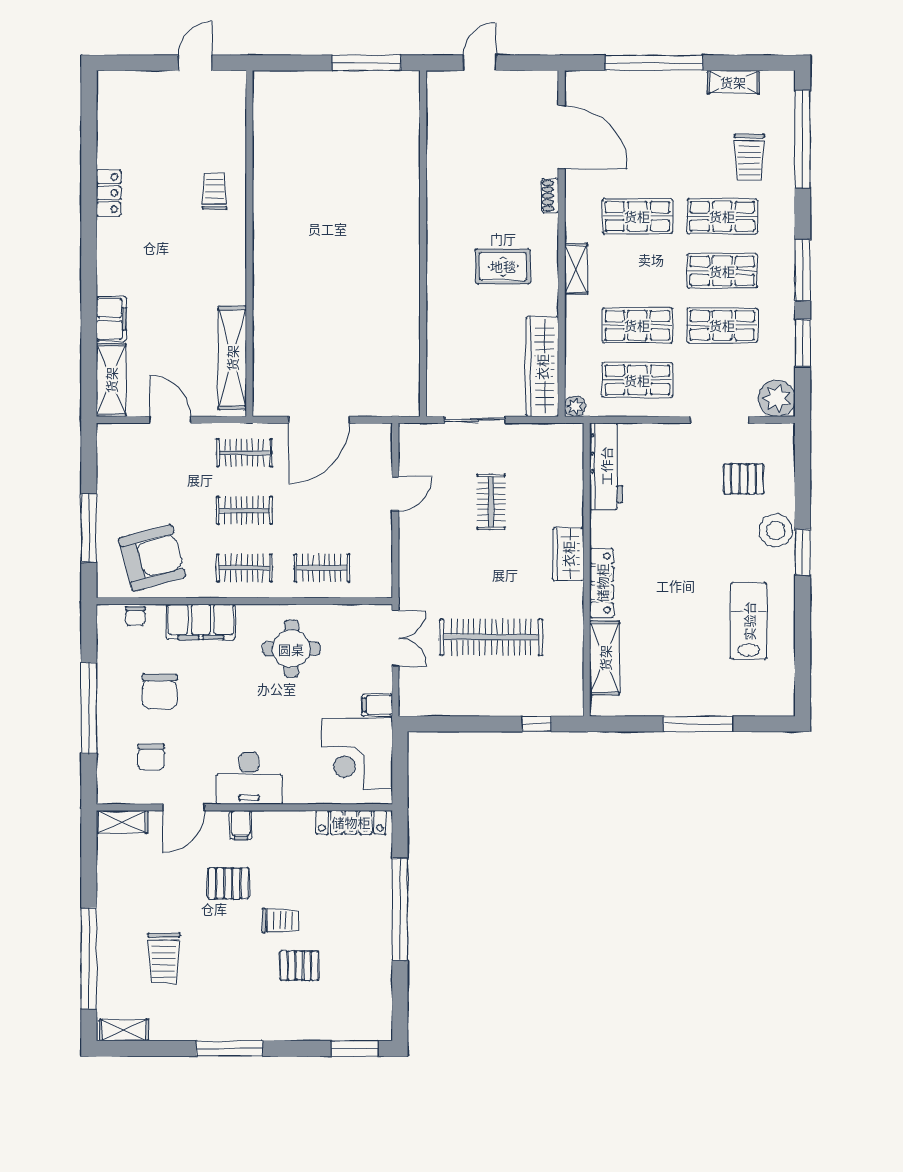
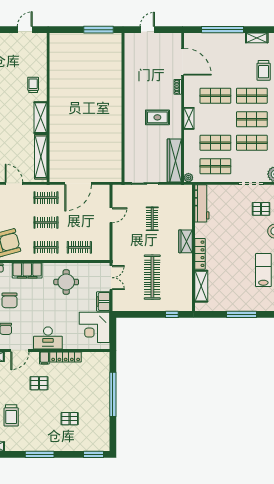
shelving: (232, 267) -> (40, 118), added
clothes rail: (491, 637) -> (152, 277), turned 90
filing cabinet: (377, 705) -> (103, 302), width x2.00
locker: (351, 822) -> (66, 357), moved
trolley: (281, 920) -> (62, 399), removed

